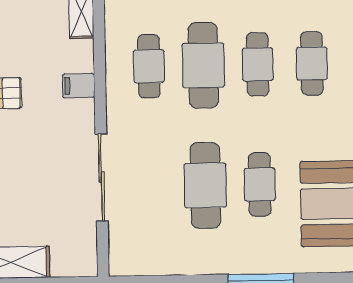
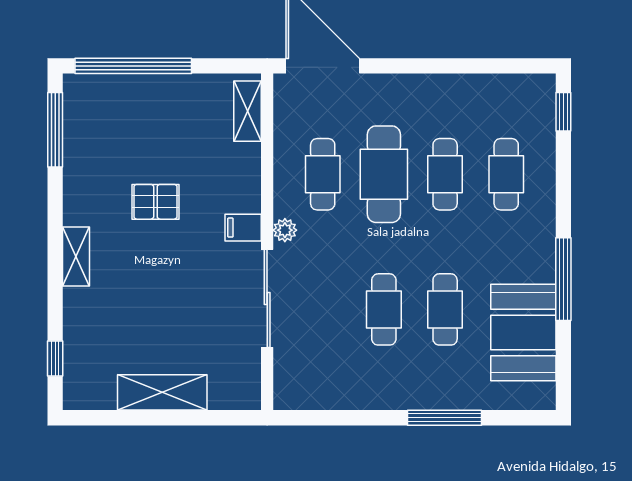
filing cabinet: (79, 86) -> (243, 228), moved
plant: (116, 116) -> (285, 230), added
cafe table: (205, 185) -> (384, 309), width x0.73, depth x0.74

